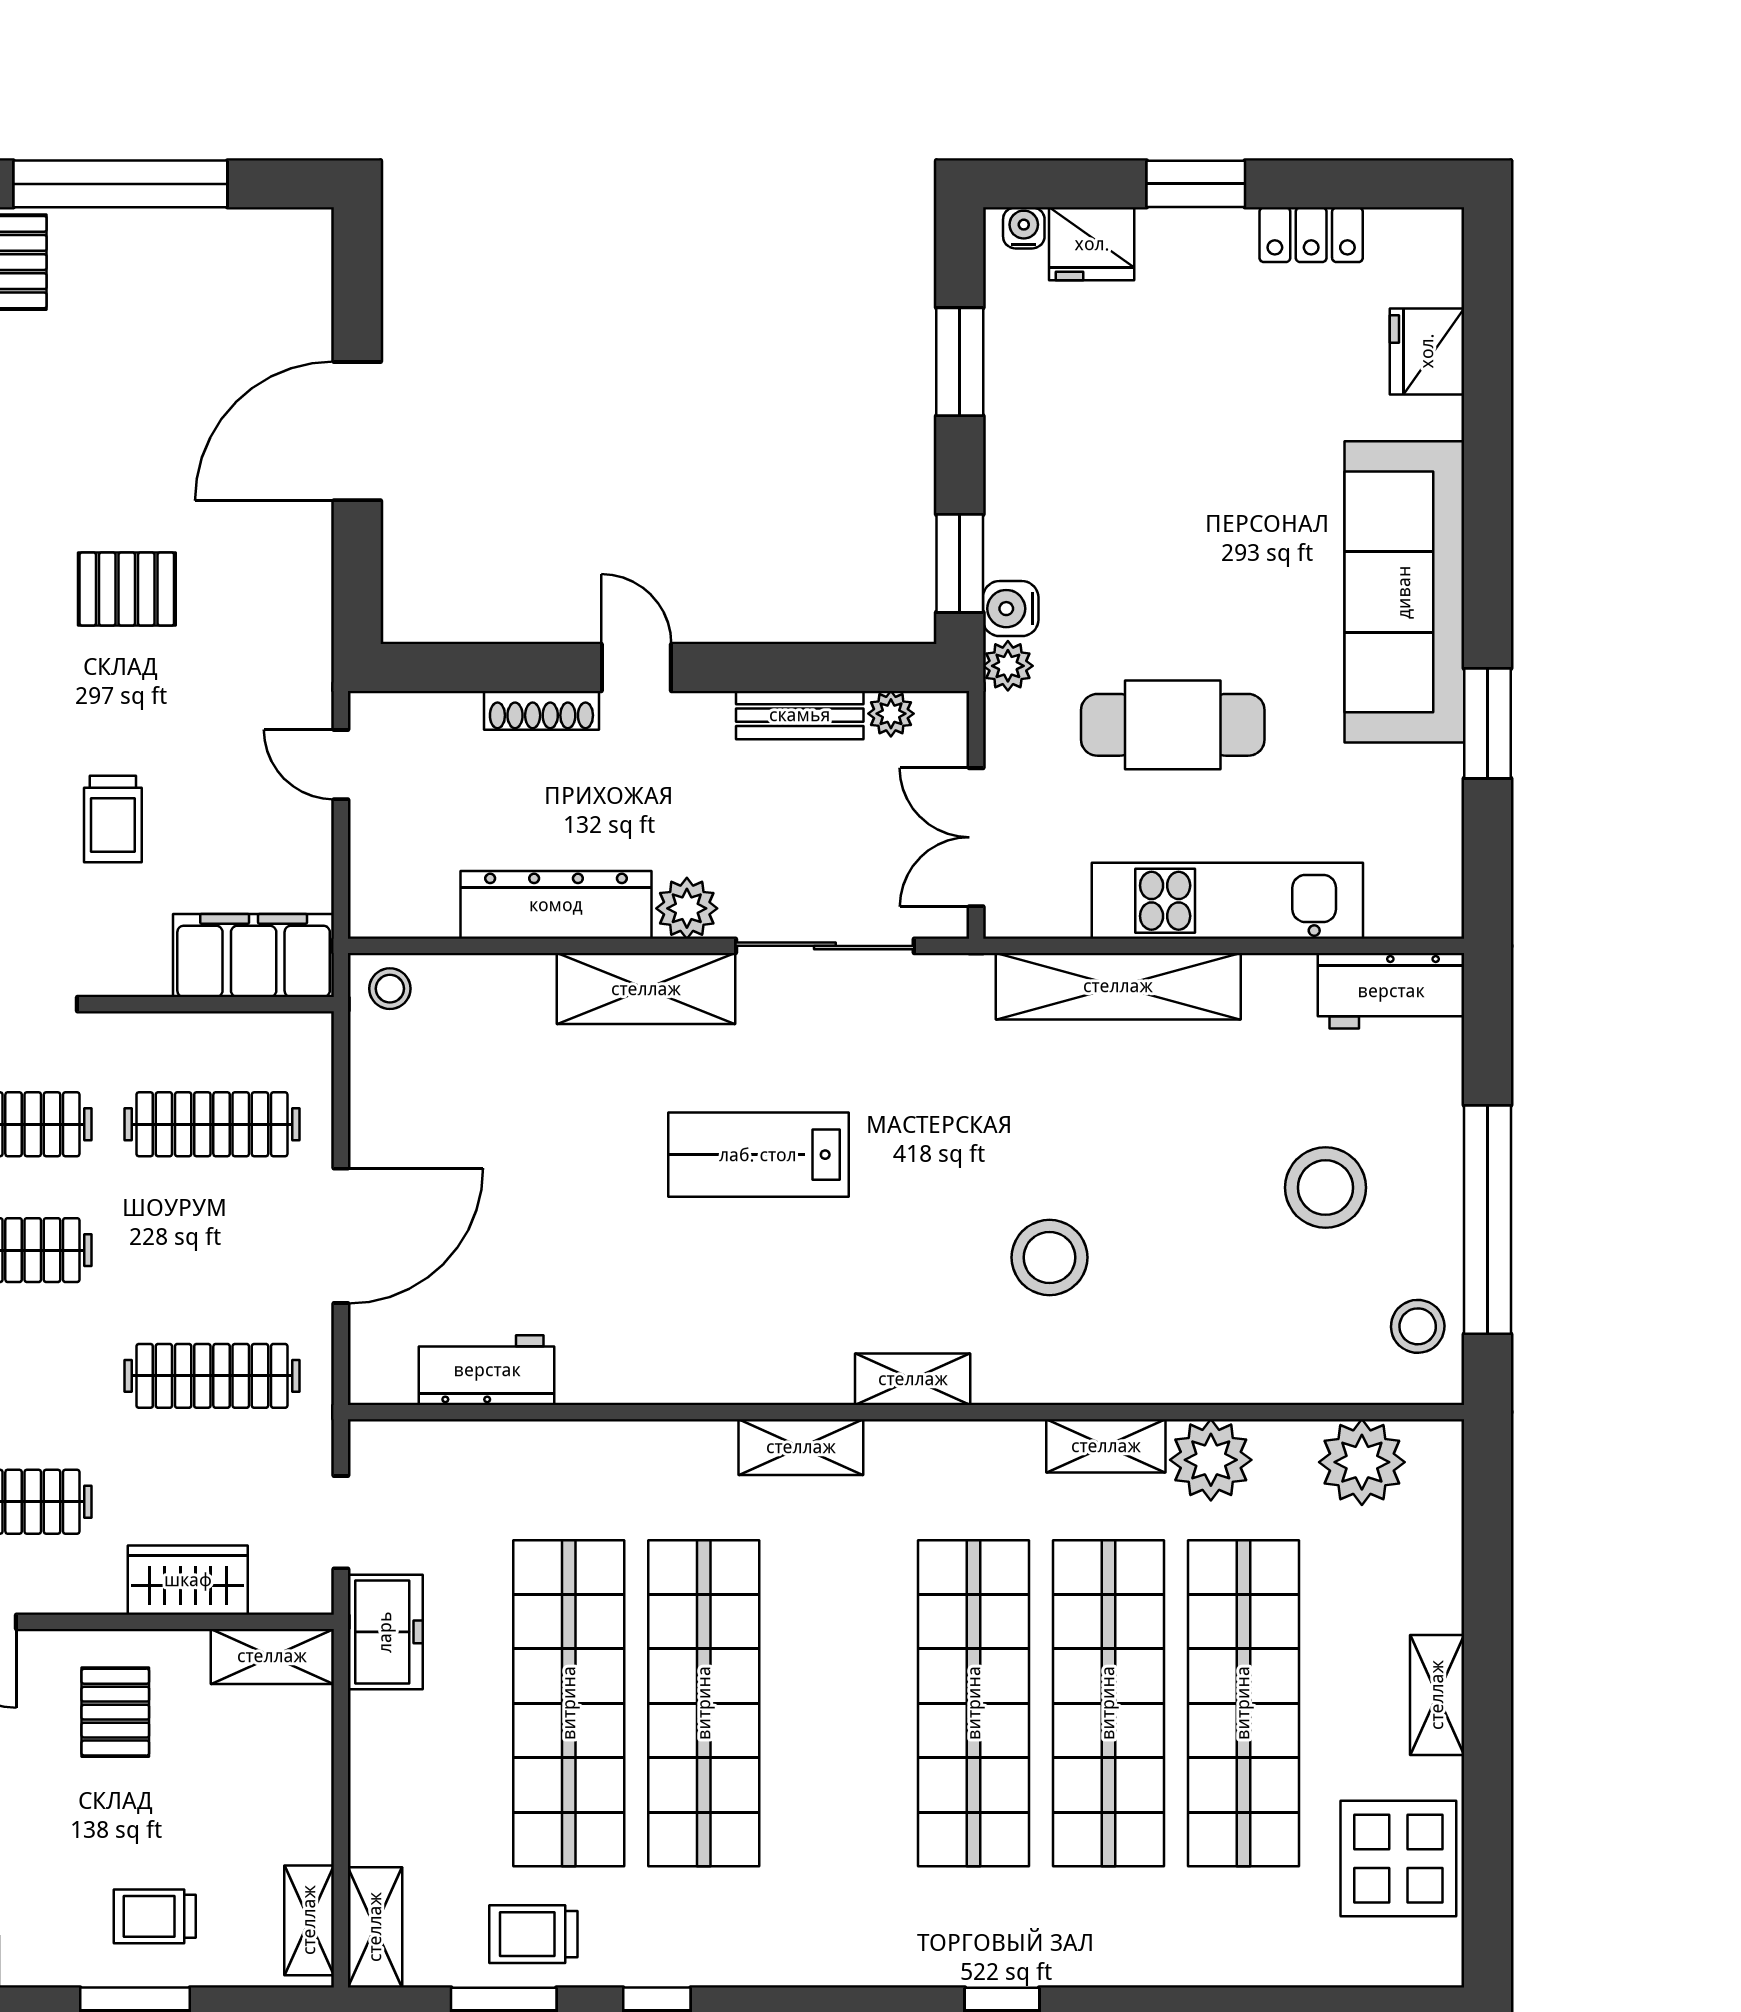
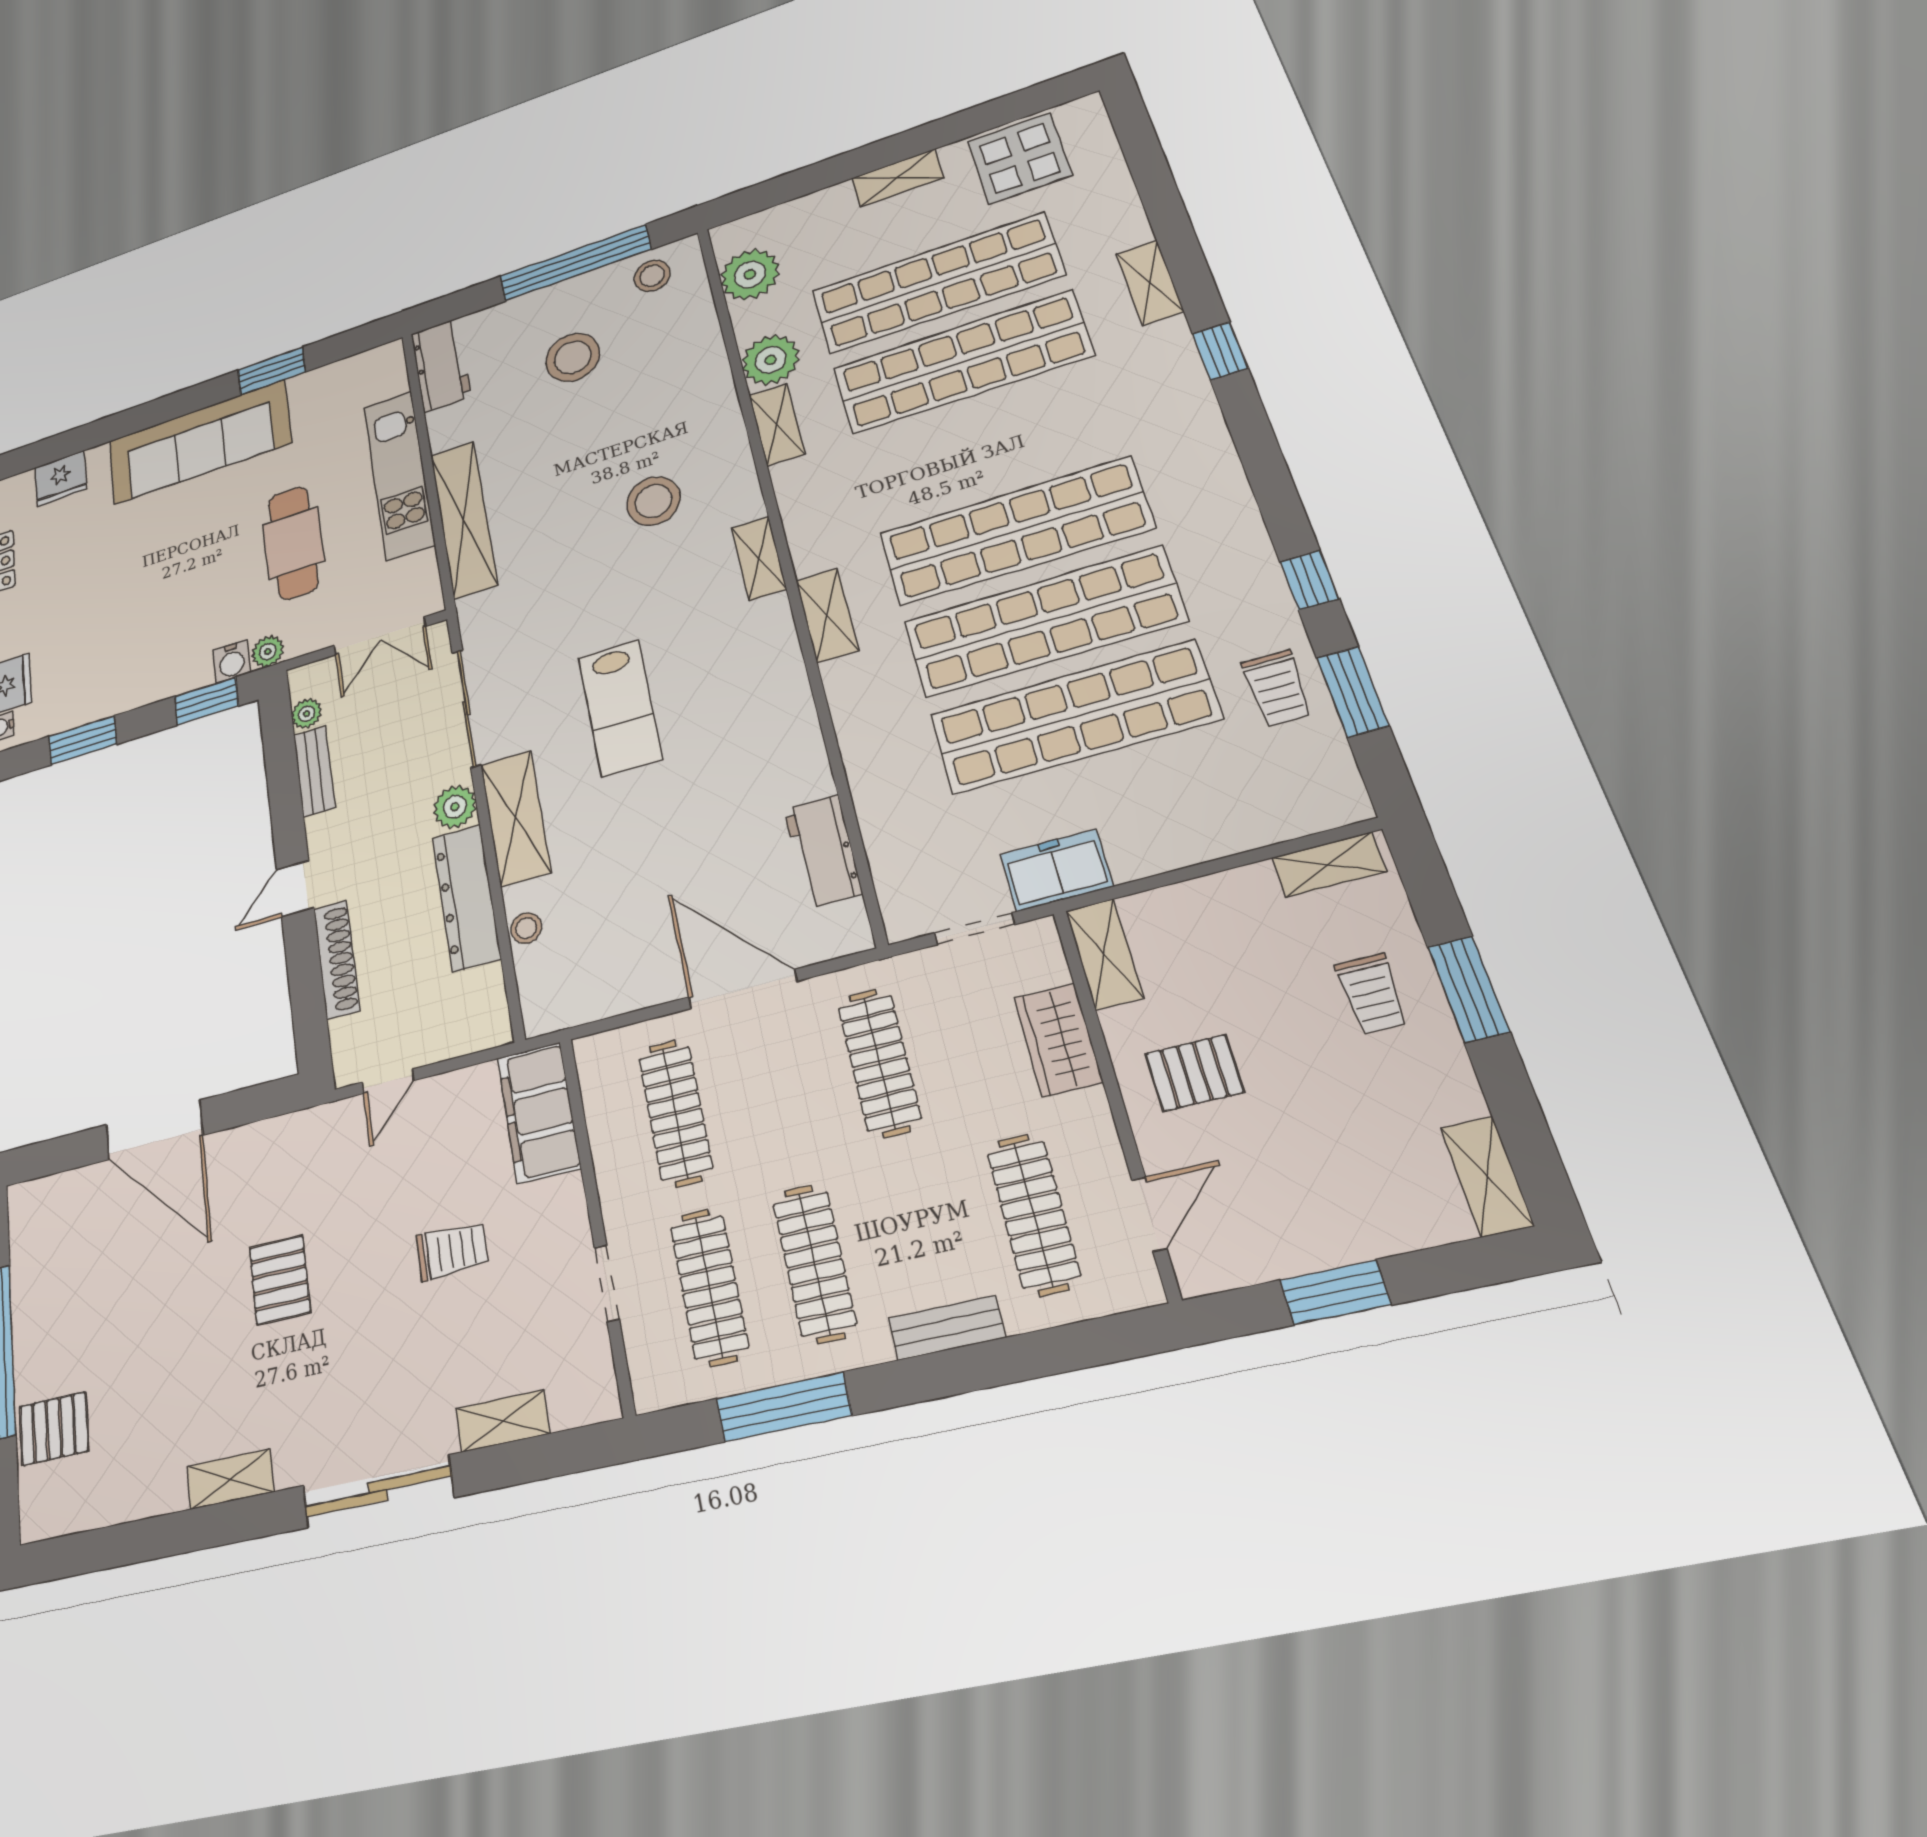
shoe rack: (541, 710) -> (337, 960), width x1.36, depth x1.24
stool: (390, 989) -> (526, 928), moved
shop shelf: (974, 1703) -> (1015, 531), moved
shelving: (375, 1927) -> (1150, 283), moved, turned 90

